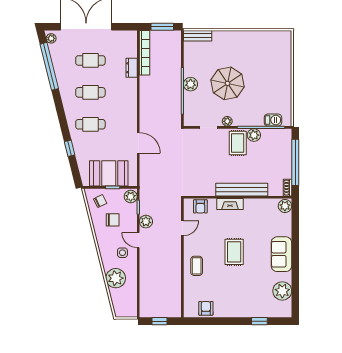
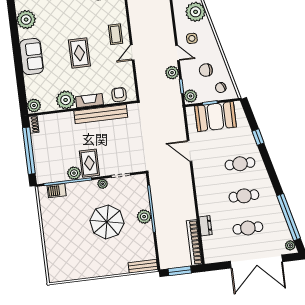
bench: (242, 190) -> (101, 114), moved
plant: (253, 208) -> (66, 100), added
door: (182, 228) -> (132, 52), moved

